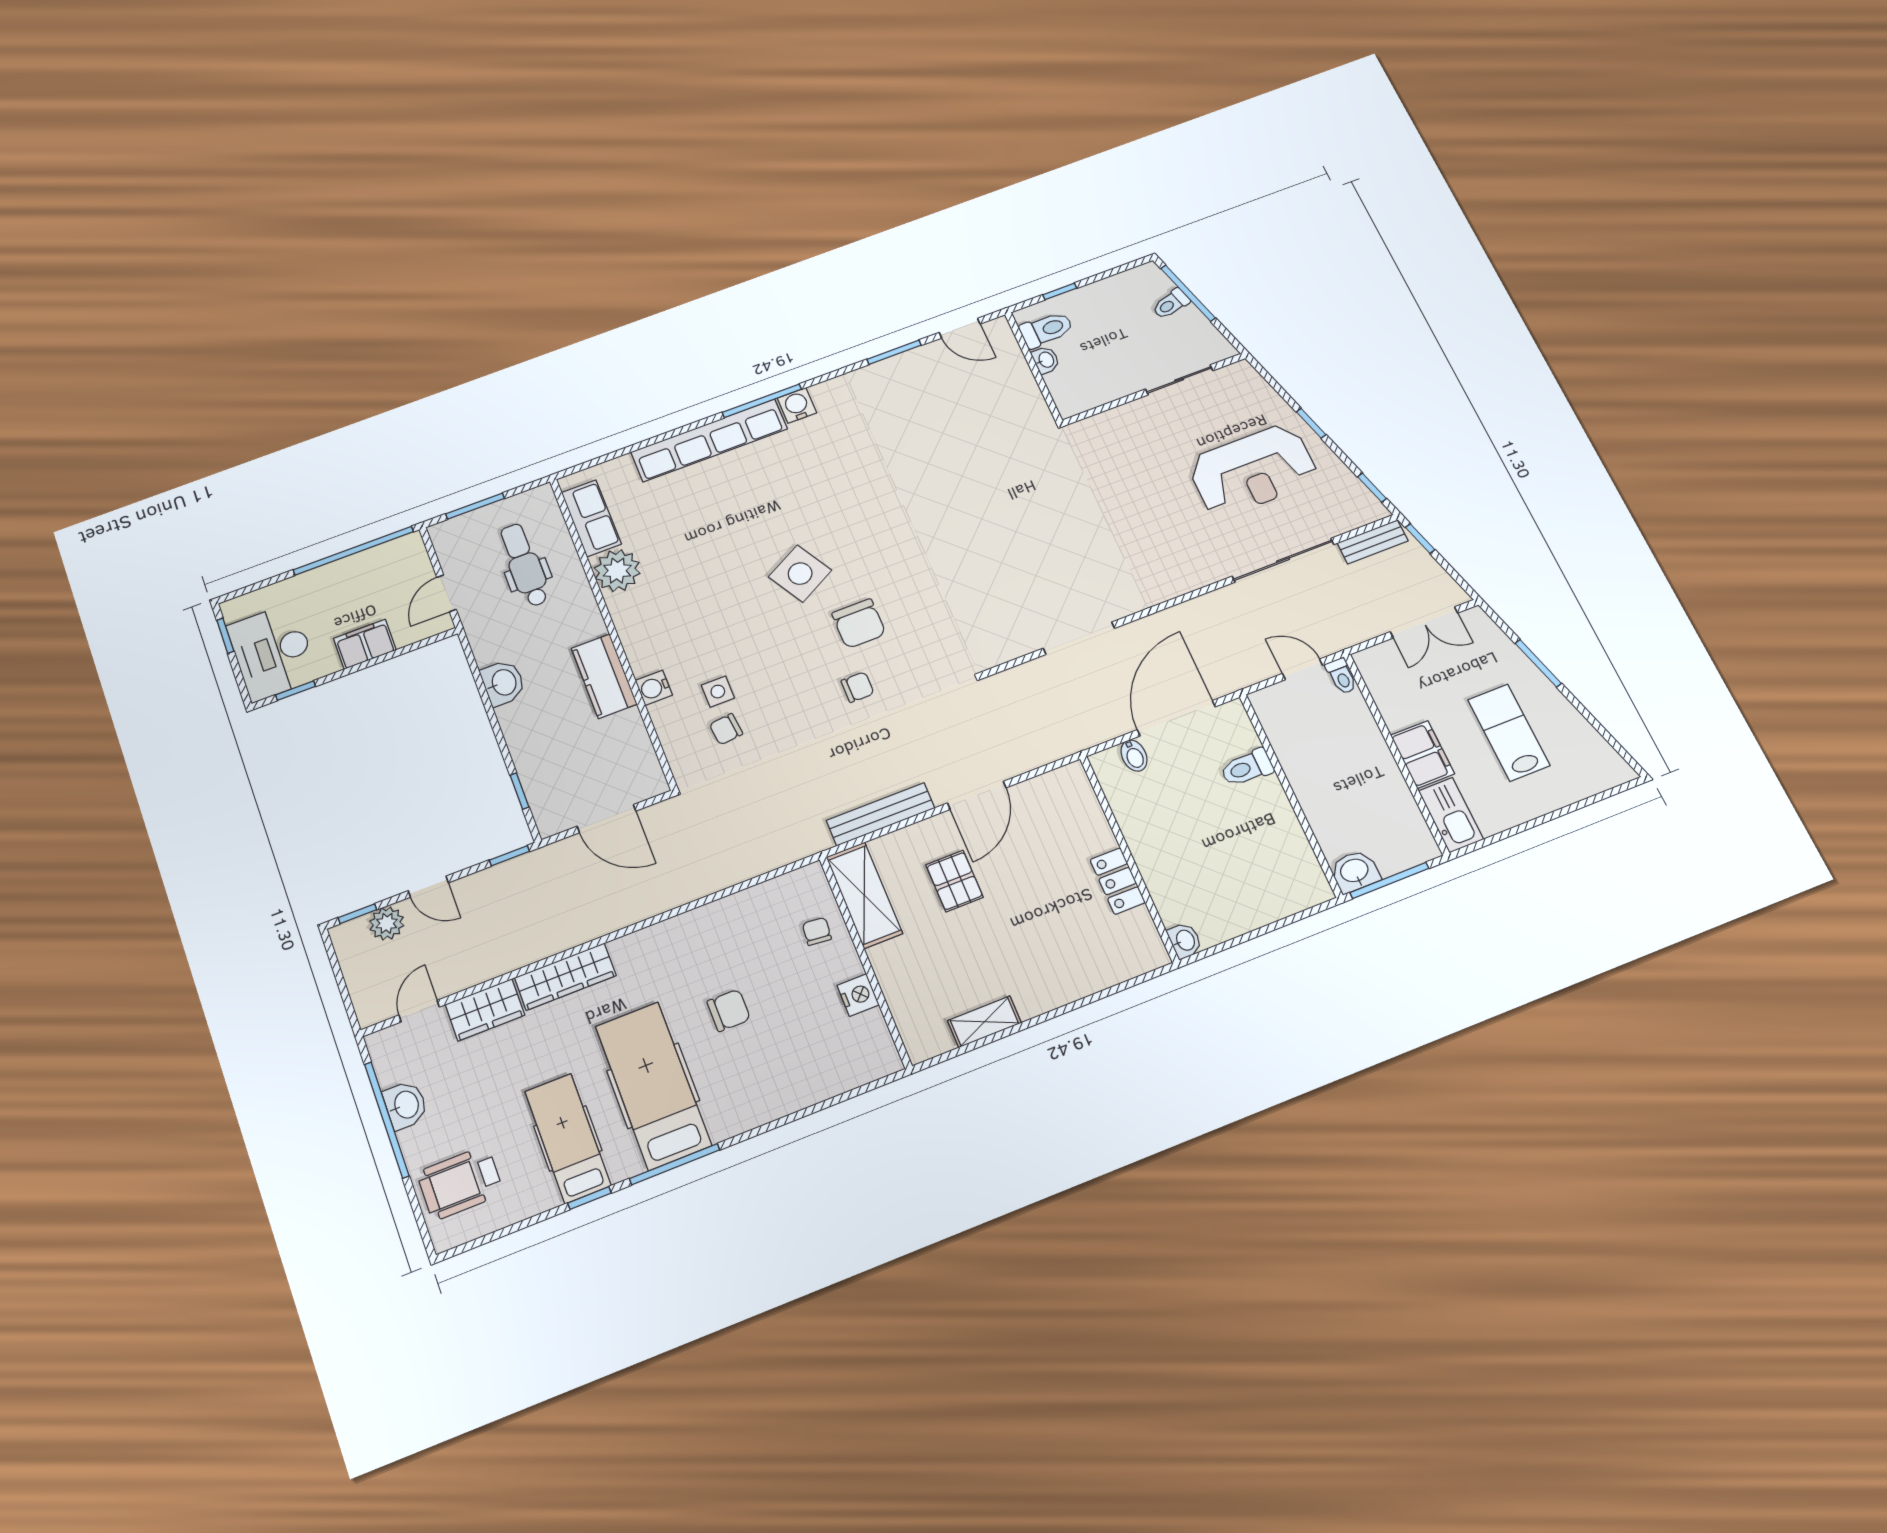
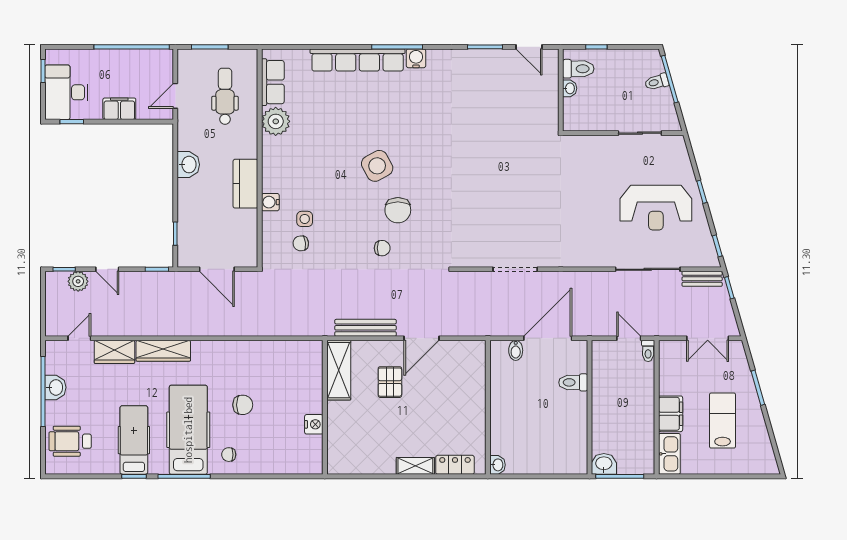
locker: (1118, 881) -> (455, 465), moved, turned 90
chair: (817, 931) -> (229, 455), moved, turned -96
shelving: (984, 1022) -> (415, 466), moved

